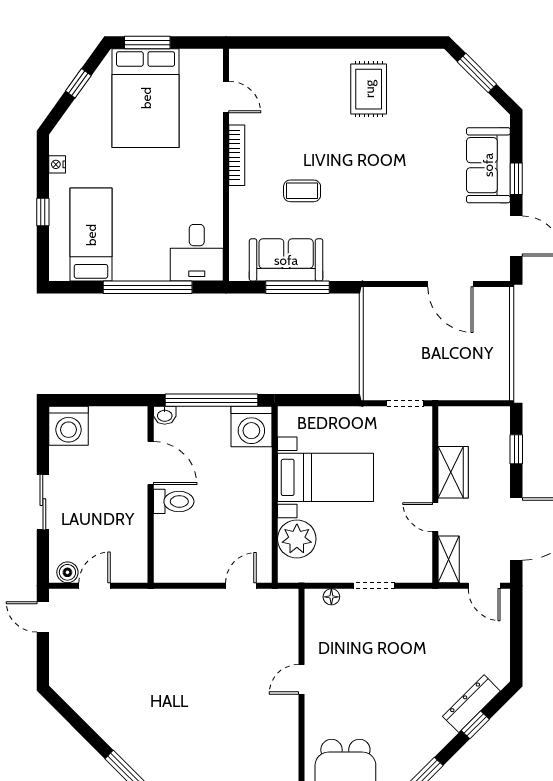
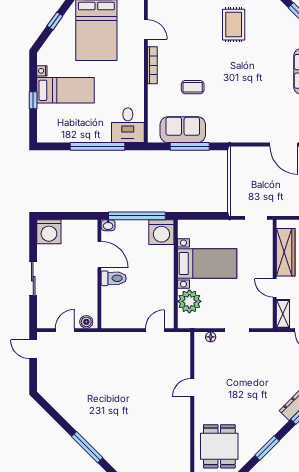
bed: (91, 235) -> (66, 90), moved, turned 90
wardrobe: (453, 472) -> (286, 252), width x1.50
boiler: (67, 572) -> (86, 322), moved

